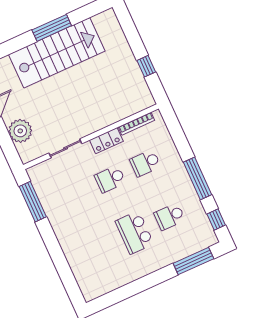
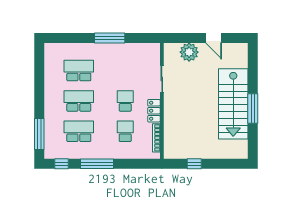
window: (33, 202) -> (110, 38), moved
school desk: (170, 217) -> (79, 131), width x1.85
school desk: (99, 248) -> (79, 71), added

